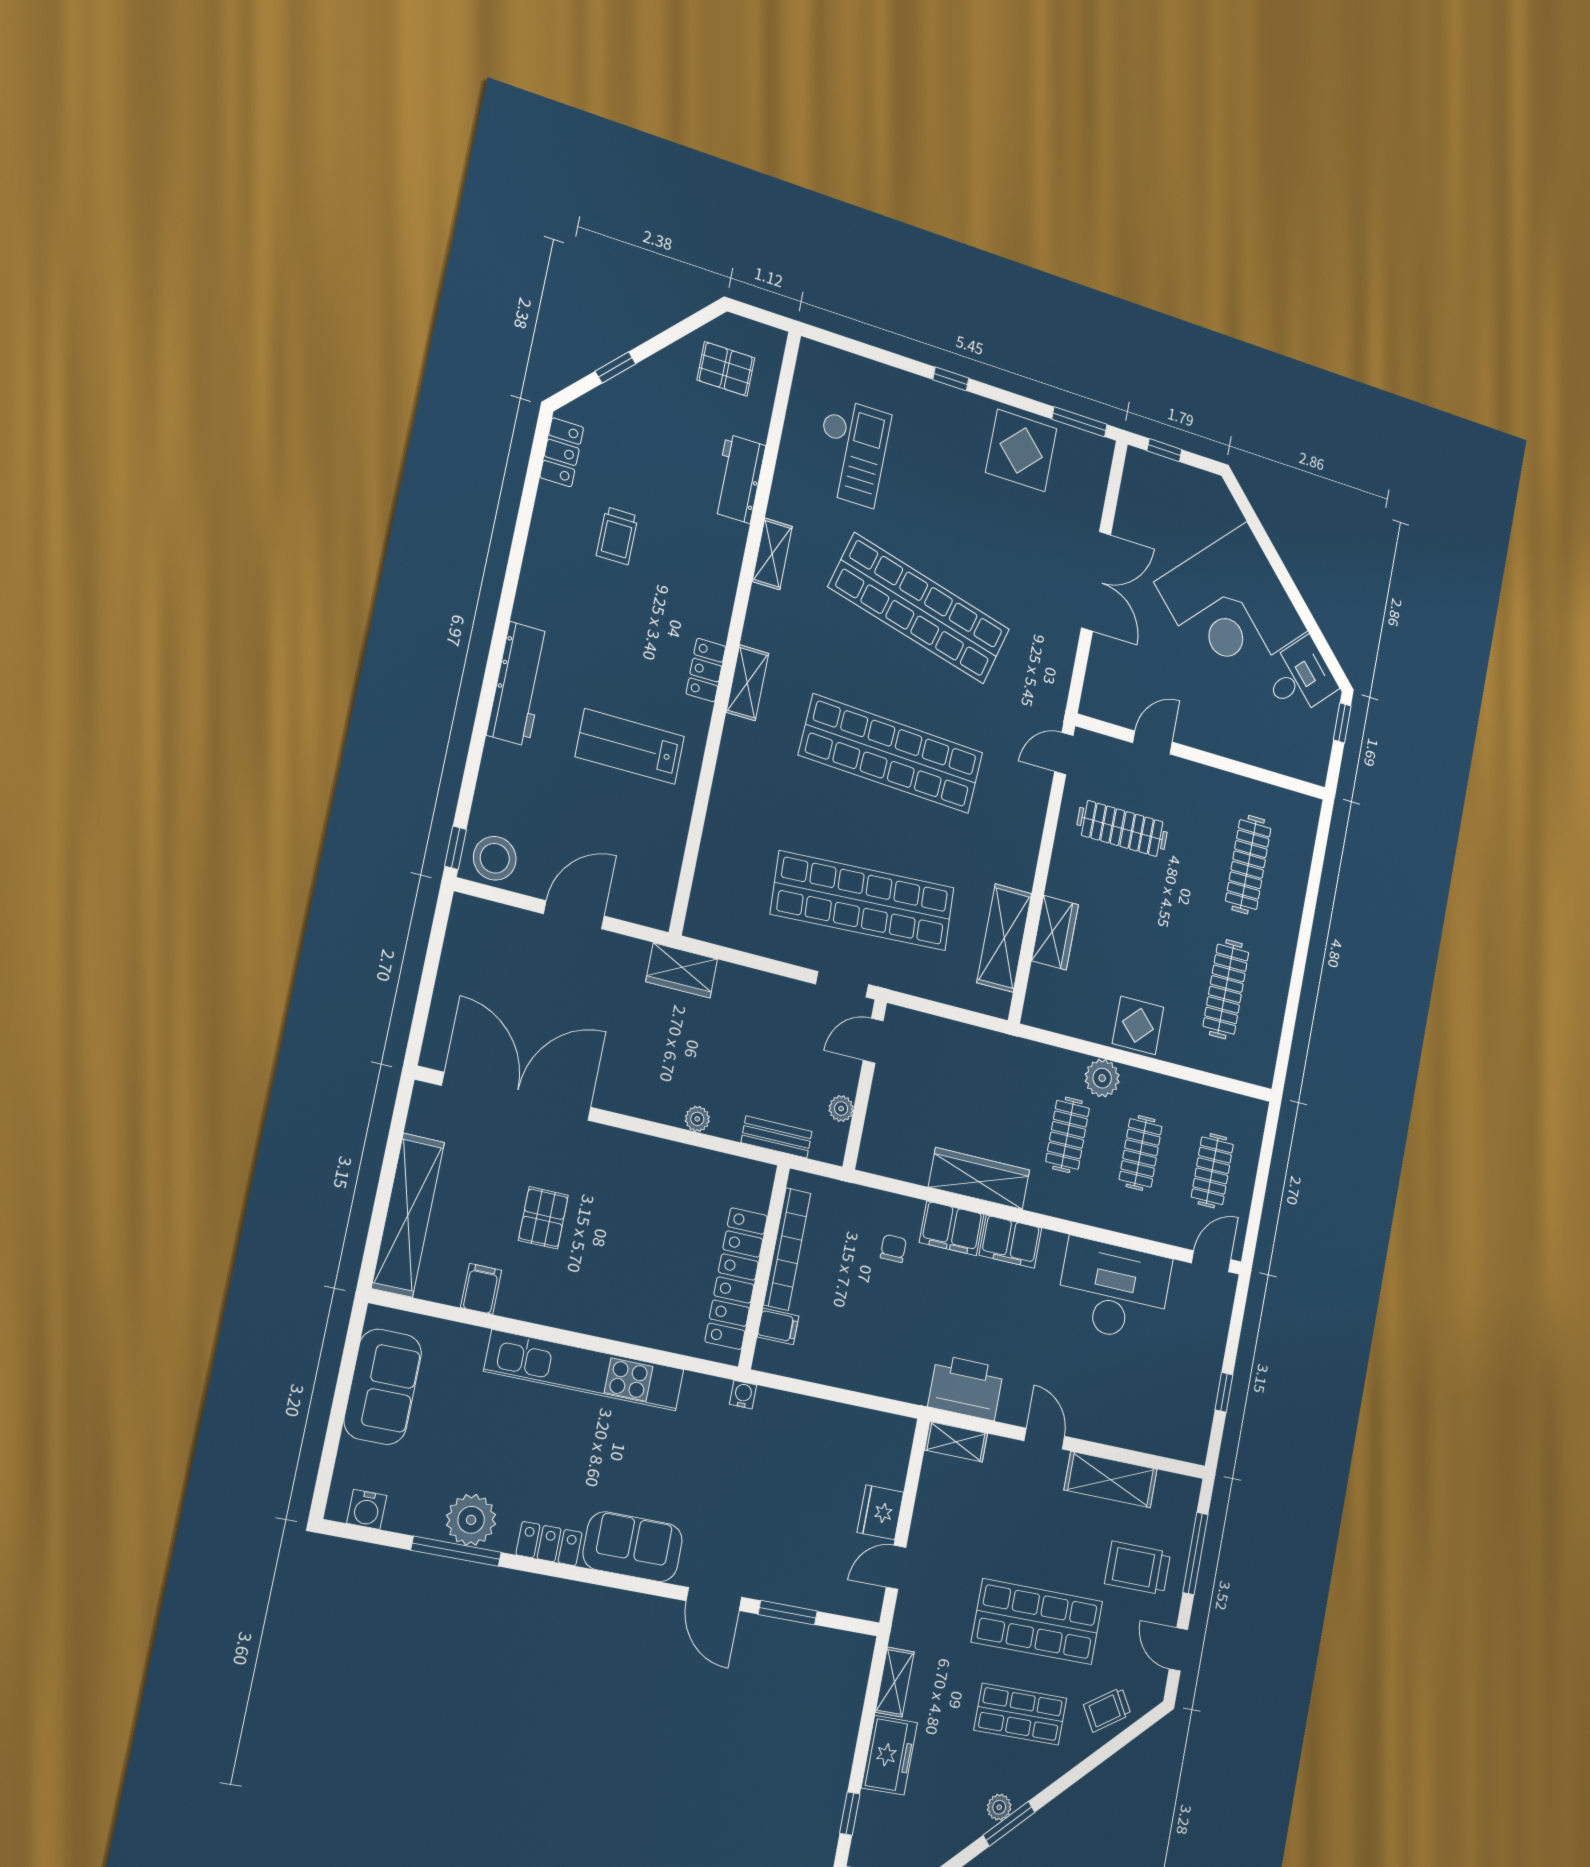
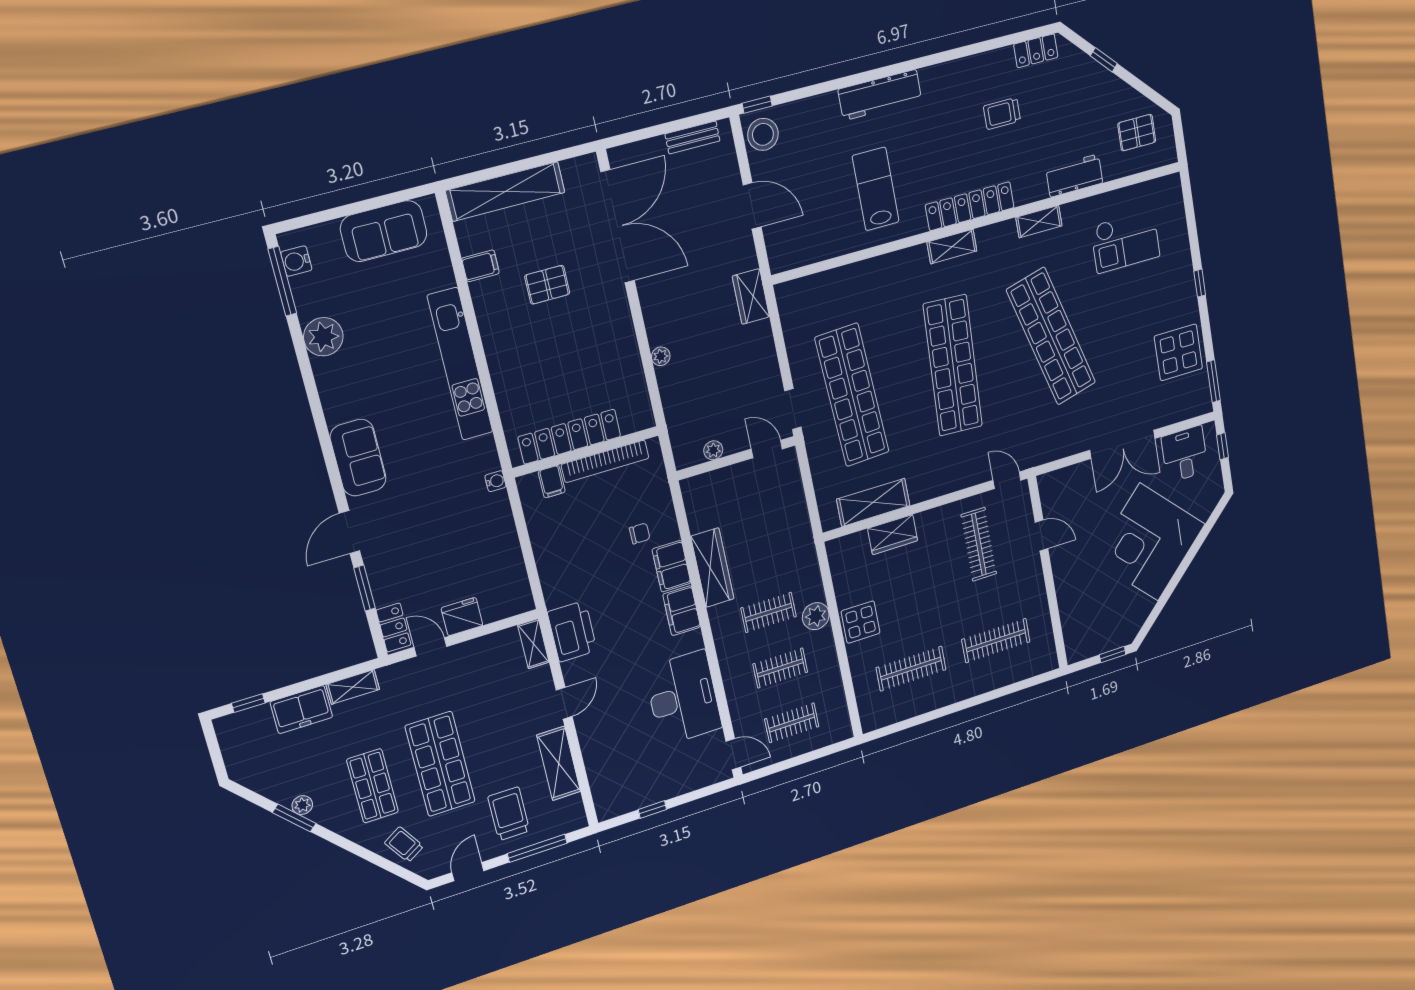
pallet: (726, 369) -> (1137, 133), turned 90
shop shelf: (919, 608) -> (1051, 336), turned -30
locker: (706, 670) -> (970, 206), width x2.16, depth x1.21
desk: (1300, 678) -> (1185, 454), moved, turned -135
bench: (776, 1137) -> (693, 137), moved, turned 90
locker: (549, 1544) -> (394, 627), moved
window: (456, 1551) -> (282, 281), moved

